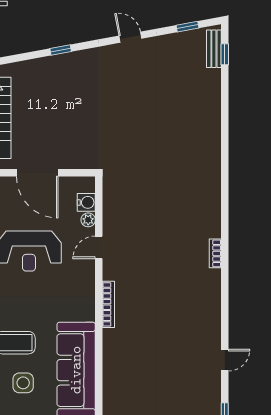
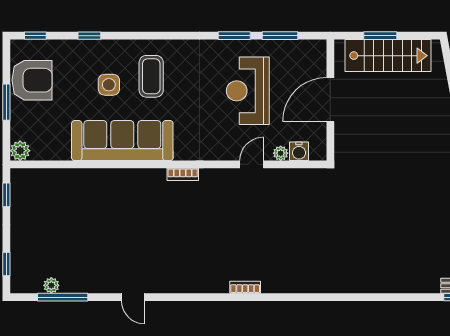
door: (99, 247) -> (252, 164), hinge flipped
bookcase: (108, 304) -> (183, 174), width x0.64

